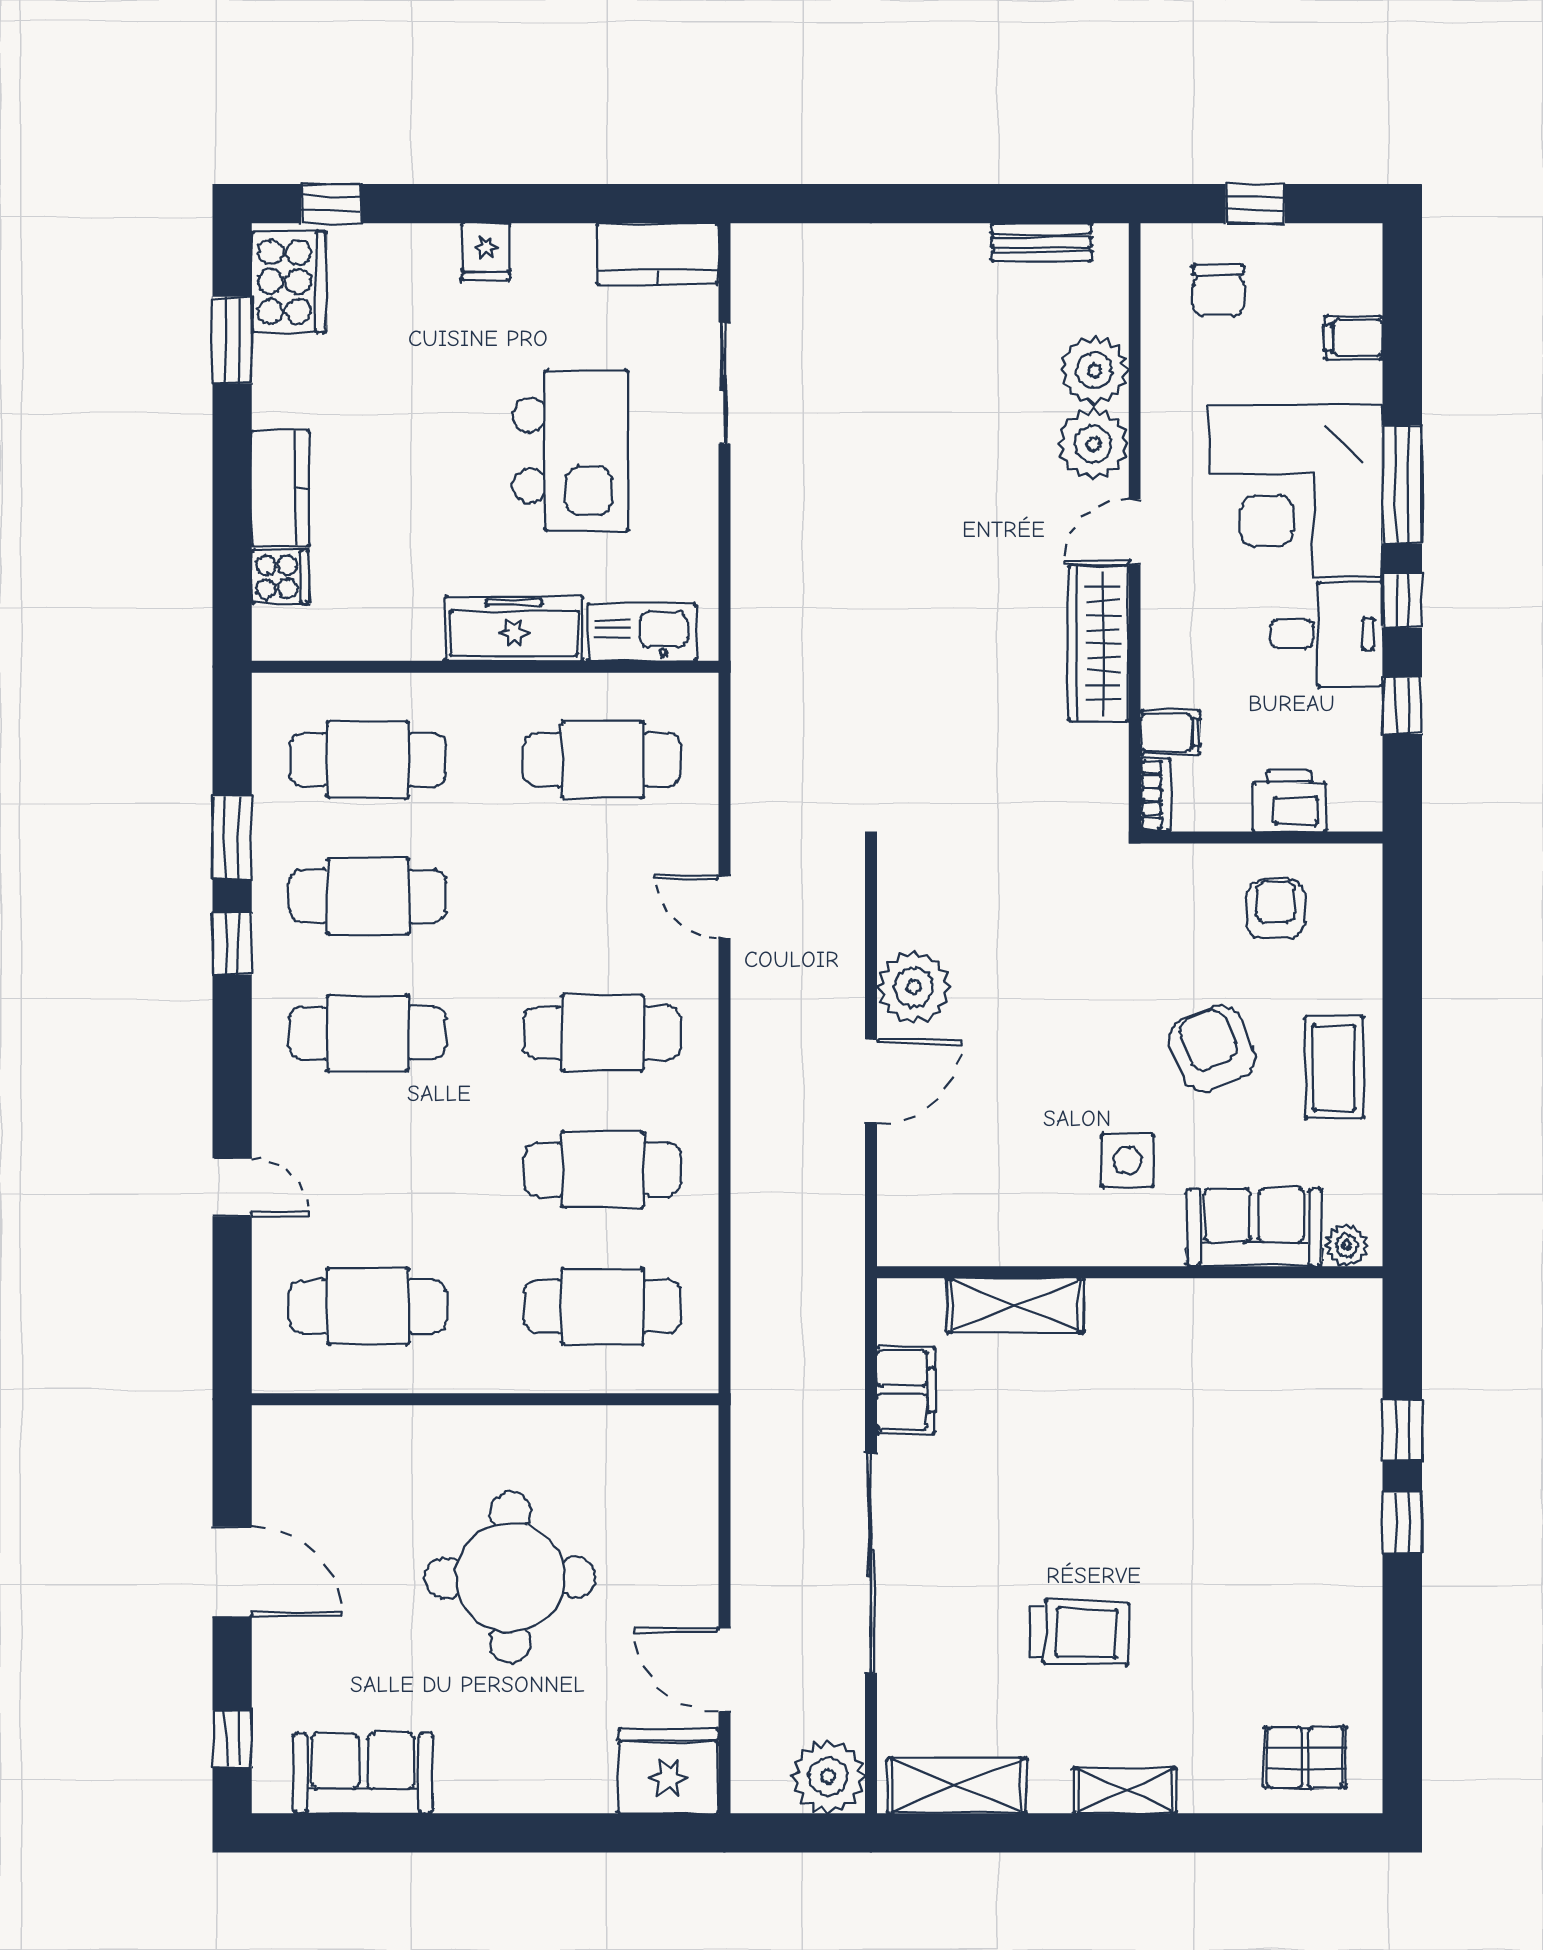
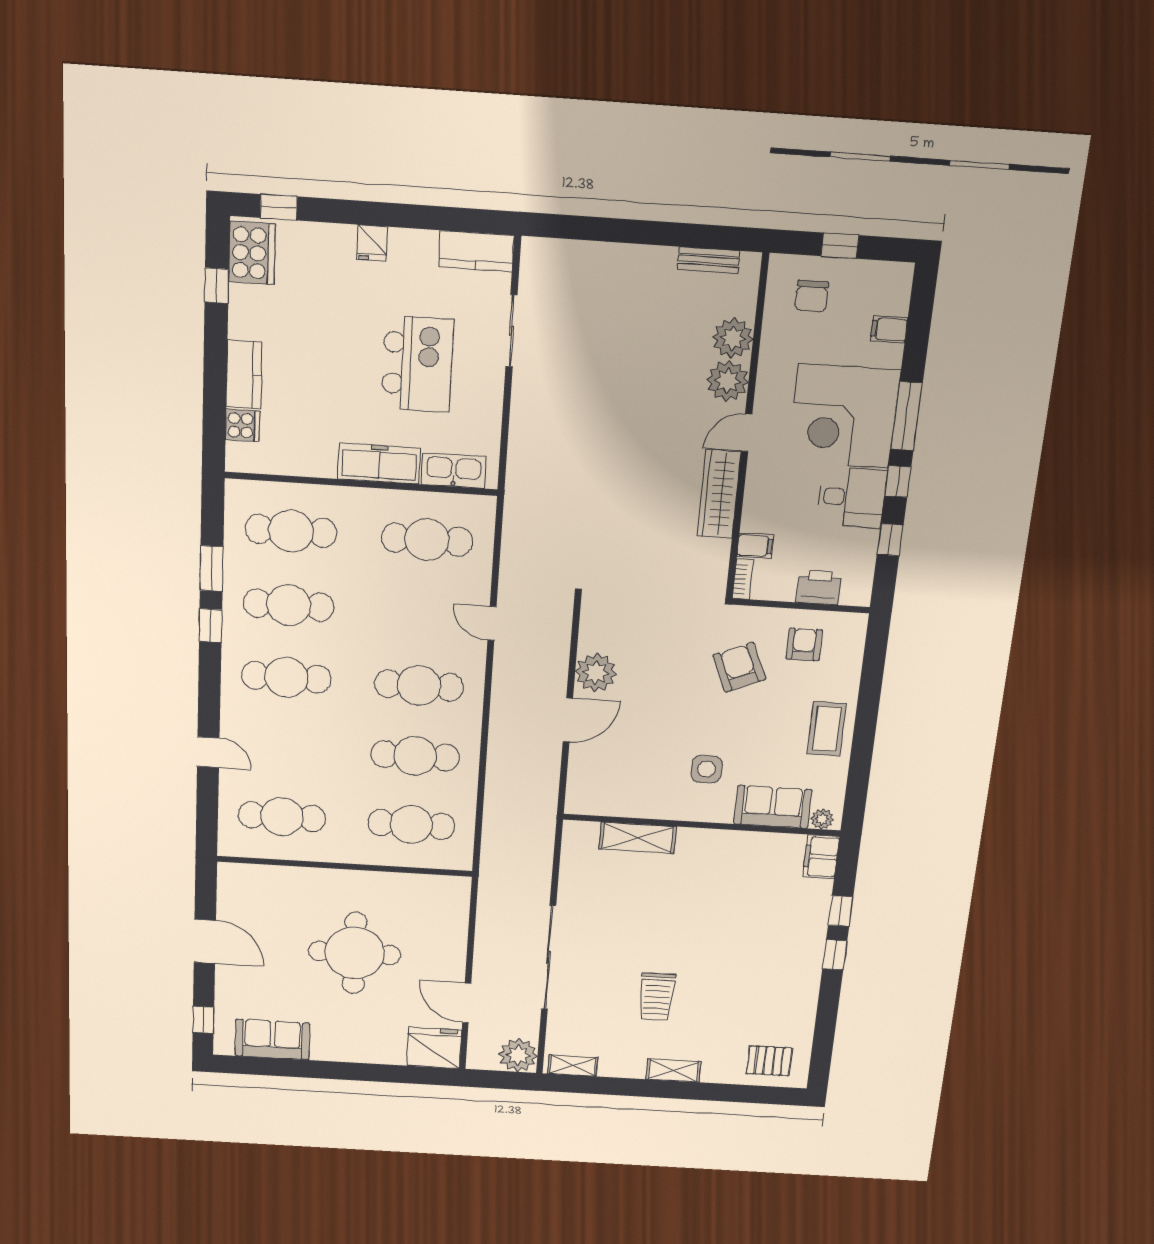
window: (232, 340) -> (217, 286), width x0.67
armchair: (1212, 1048) -> (739, 667), moved
filing cabinet: (906, 1390) -> (821, 857), moved, turned 180
trolley: (1080, 1633) -> (657, 996), turned 88
shelving: (957, 1786) -> (573, 1066), width x0.67, depth x0.75

